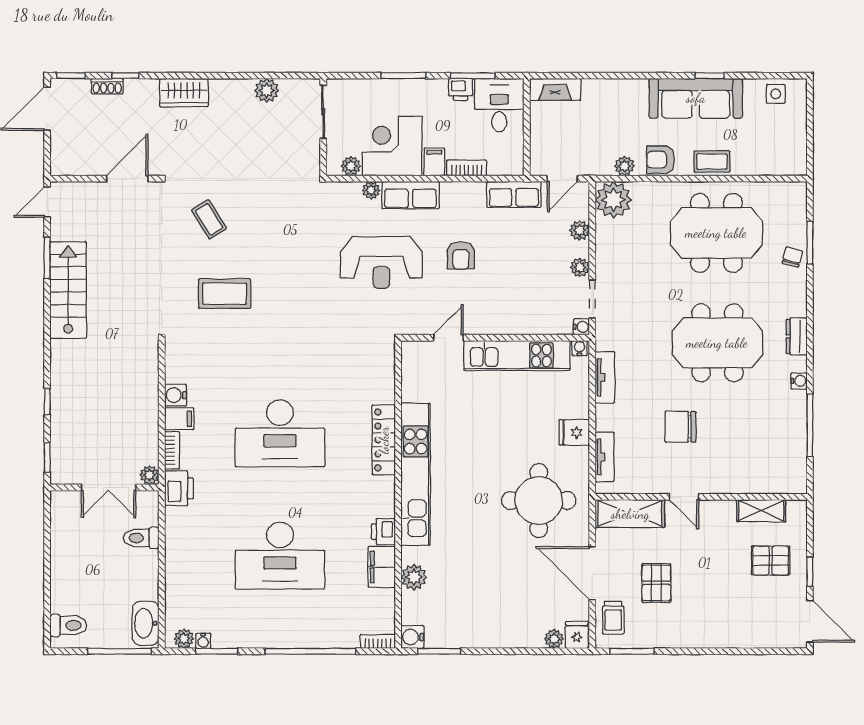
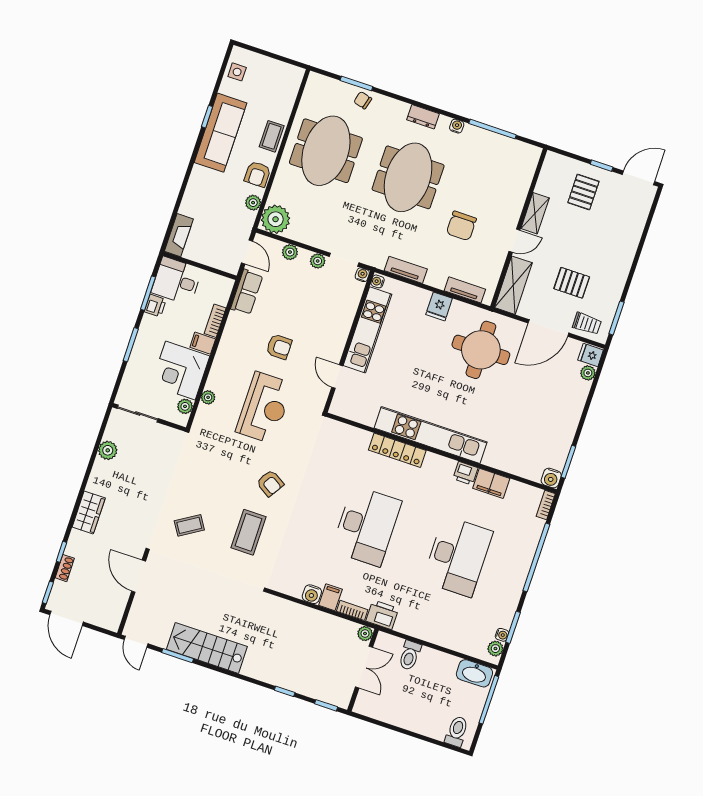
row of seats: (410, 195) -> (221, 369), removed
armchair: (293, 300) -> (270, 483), added
shelving: (761, 511) -> (535, 213), moved
plant: (414, 577) -> (507, 462), removed

